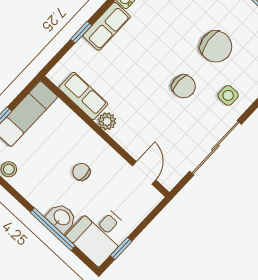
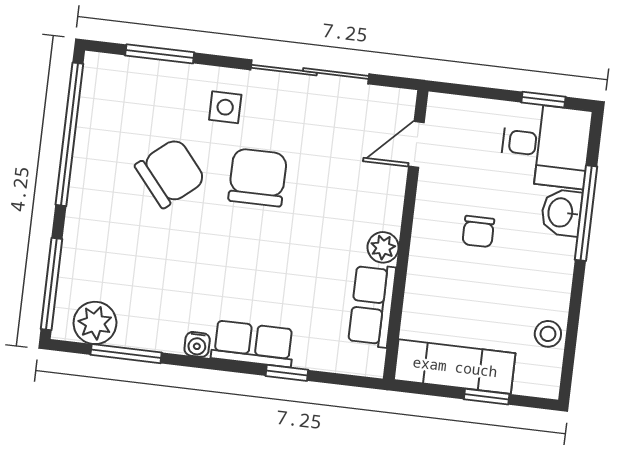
chair: (216, 47) -> (170, 173), turned 57
chair: (184, 86) -> (258, 177), width x1.37, depth x1.37

